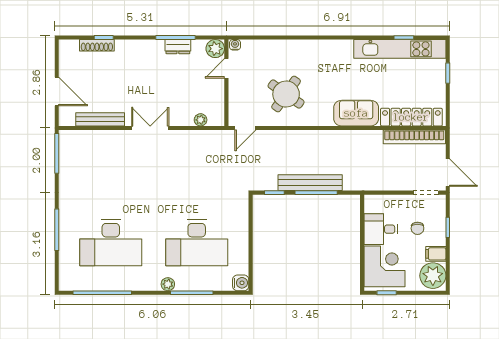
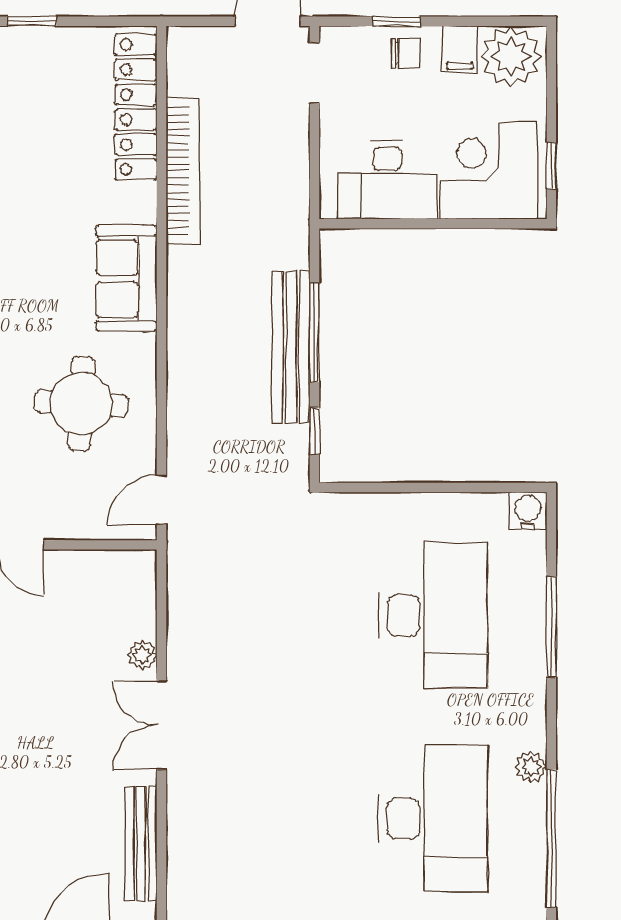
round table: (286, 94) -> (81, 404), turned -32
sofa: (356, 113) -> (126, 279), moved
plant: (201, 120) -> (142, 655), moved
door: (245, 128) -> (162, 500), swing flipped
bookcase: (414, 137) -> (183, 171), moved
chair: (417, 228) -> (406, 53), moved
desk: (381, 229) -> (387, 180), width x1.37
plant: (168, 284) -> (531, 767), moved

